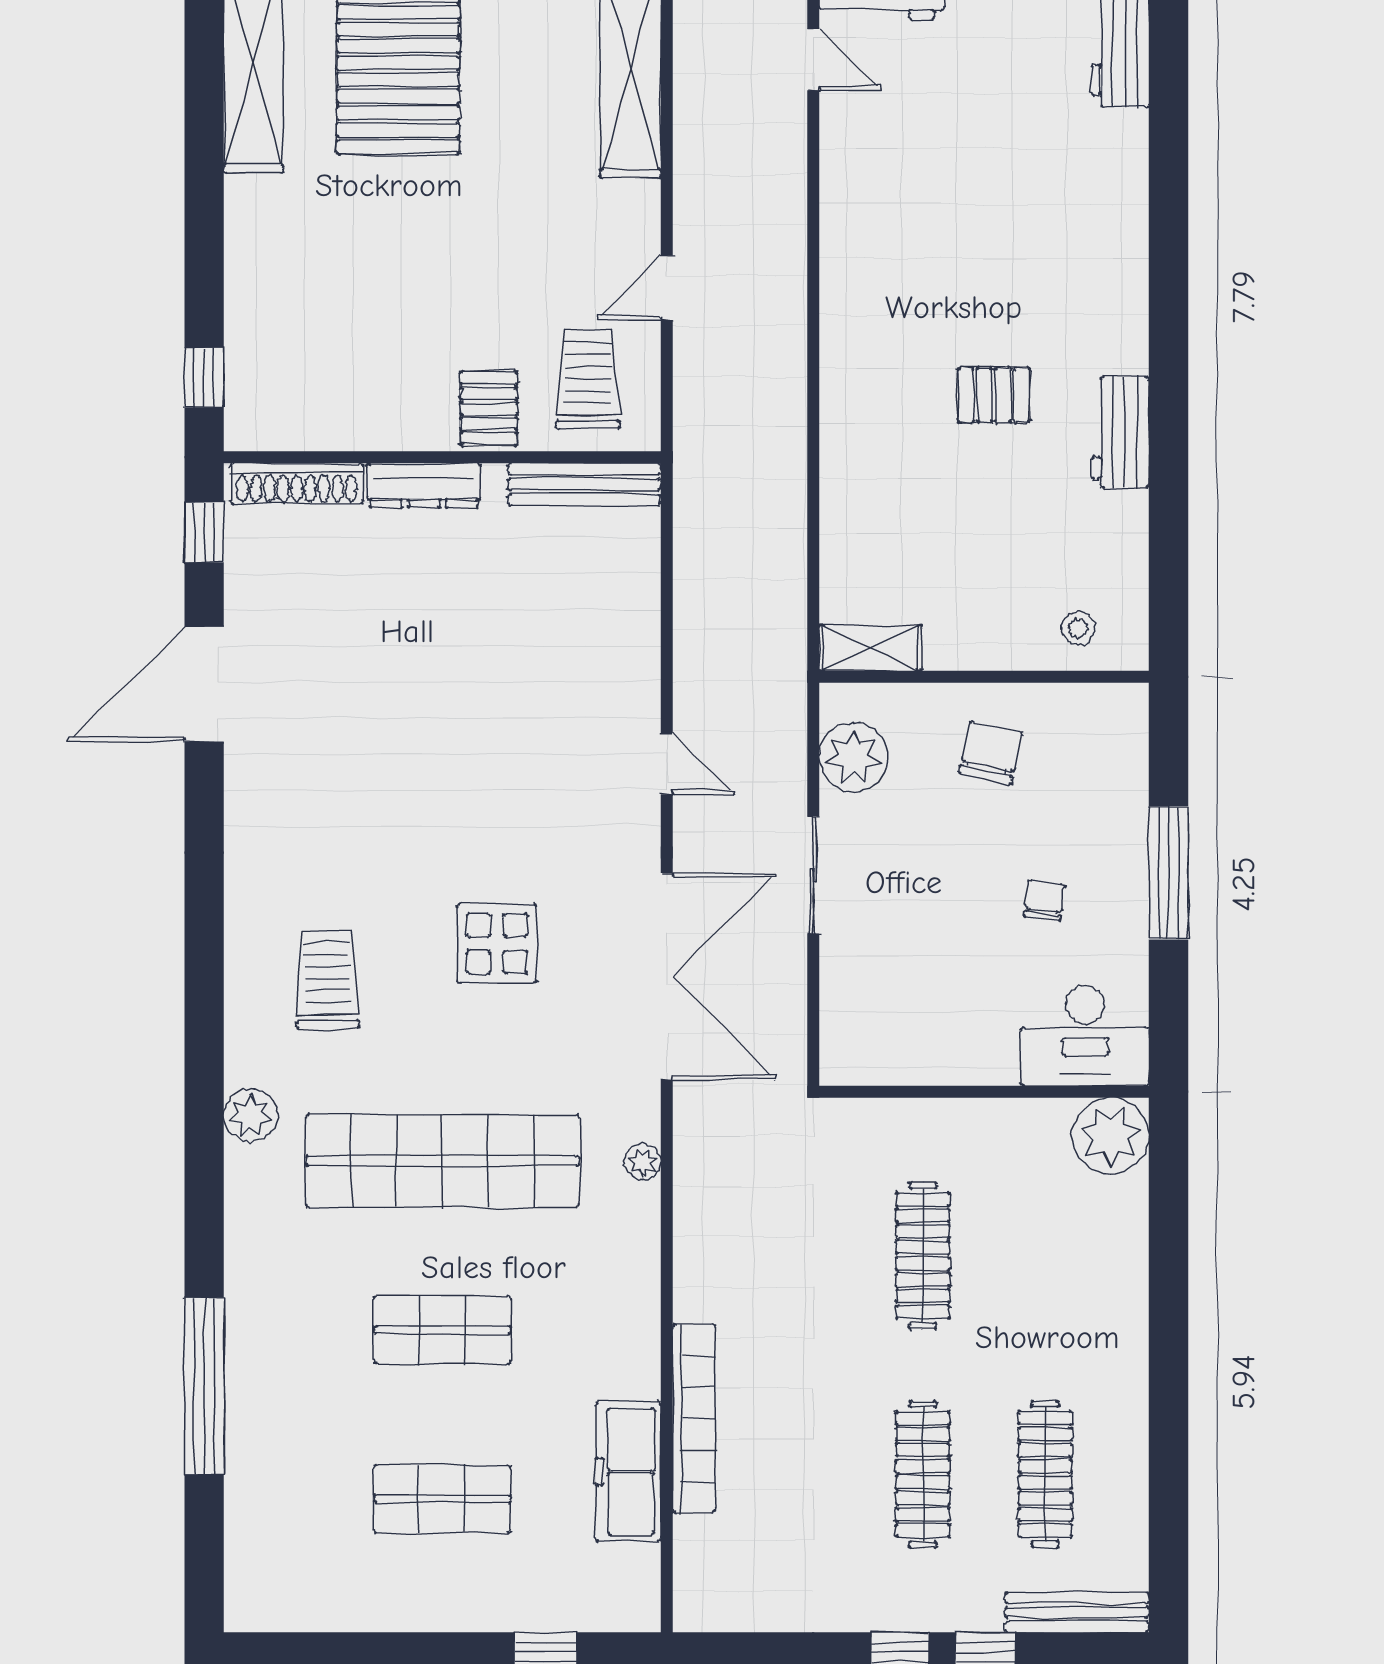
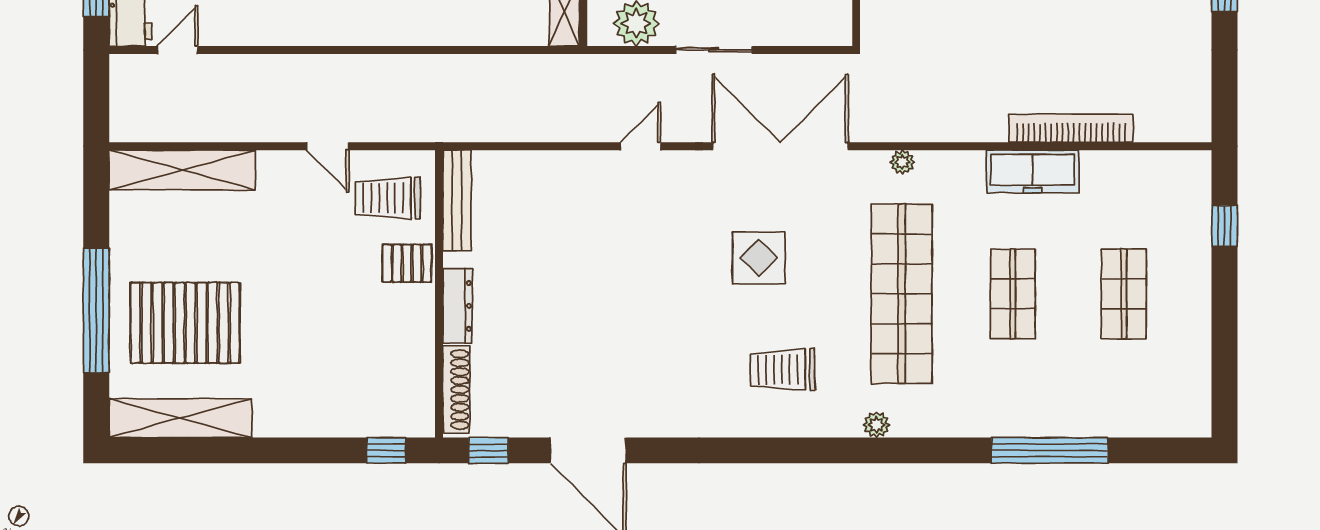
plant: (251, 1115) -> (877, 425), width x0.73, depth x0.73
freezer: (628, 1472) -> (1033, 171), moved

